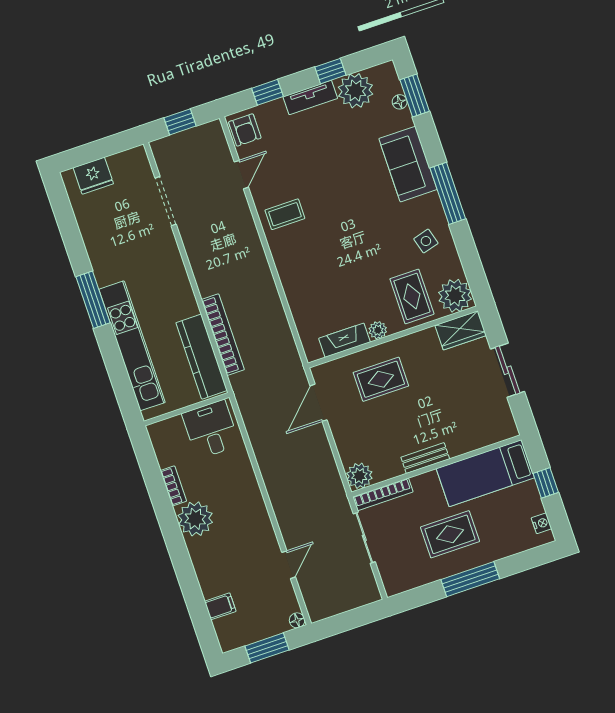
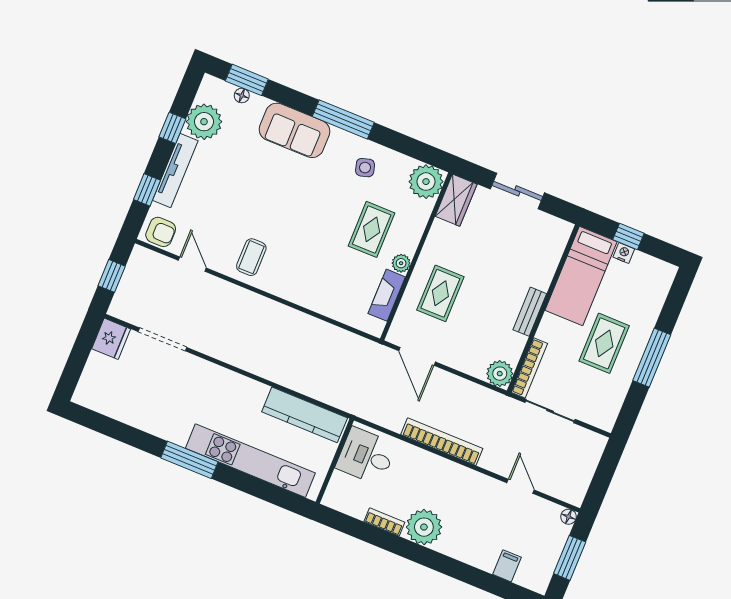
tv unit: (310, 98) -> (175, 170), width x1.41
fridge: (93, 176) -> (111, 339), moved
rug: (412, 296) -> (372, 229), moved, turned 90
bookcase: (223, 335) -> (442, 442), moved
nightstand: (542, 523) -> (624, 253), moved

